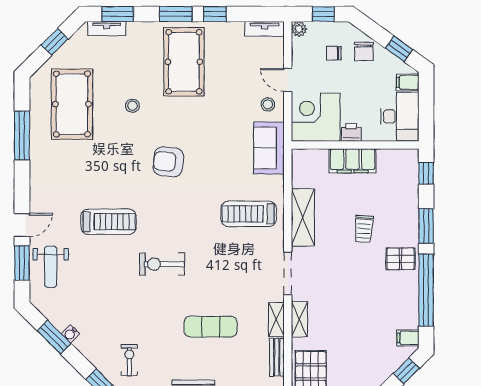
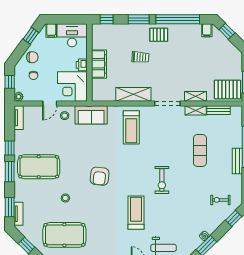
pallet: (401, 259) -> (159, 35), turned 90

